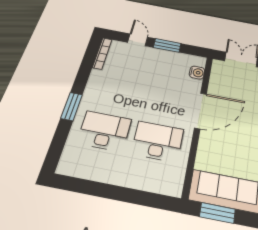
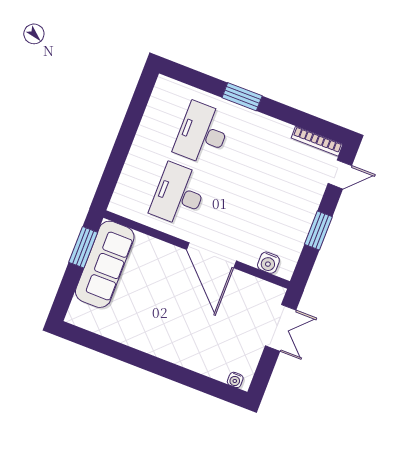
door: (138, 40) -> (340, 174), moved
desk: (104, 131) -> (202, 134), turned 180
desk: (158, 141) -> (179, 195), turned 180

